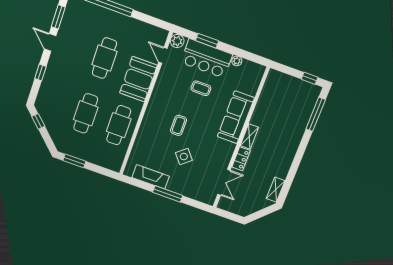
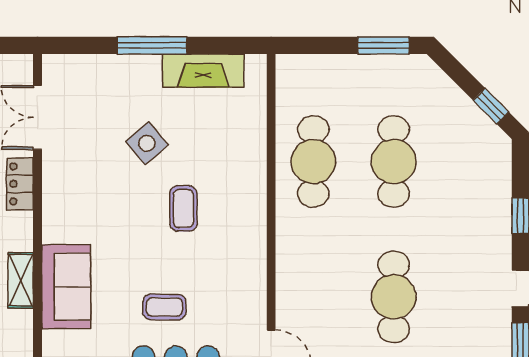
booth: (138, 79) -> (305, 278), removed
sofa: (236, 117) -> (66, 287), width x0.73
shelving: (249, 136) -> (21, 280), moved

